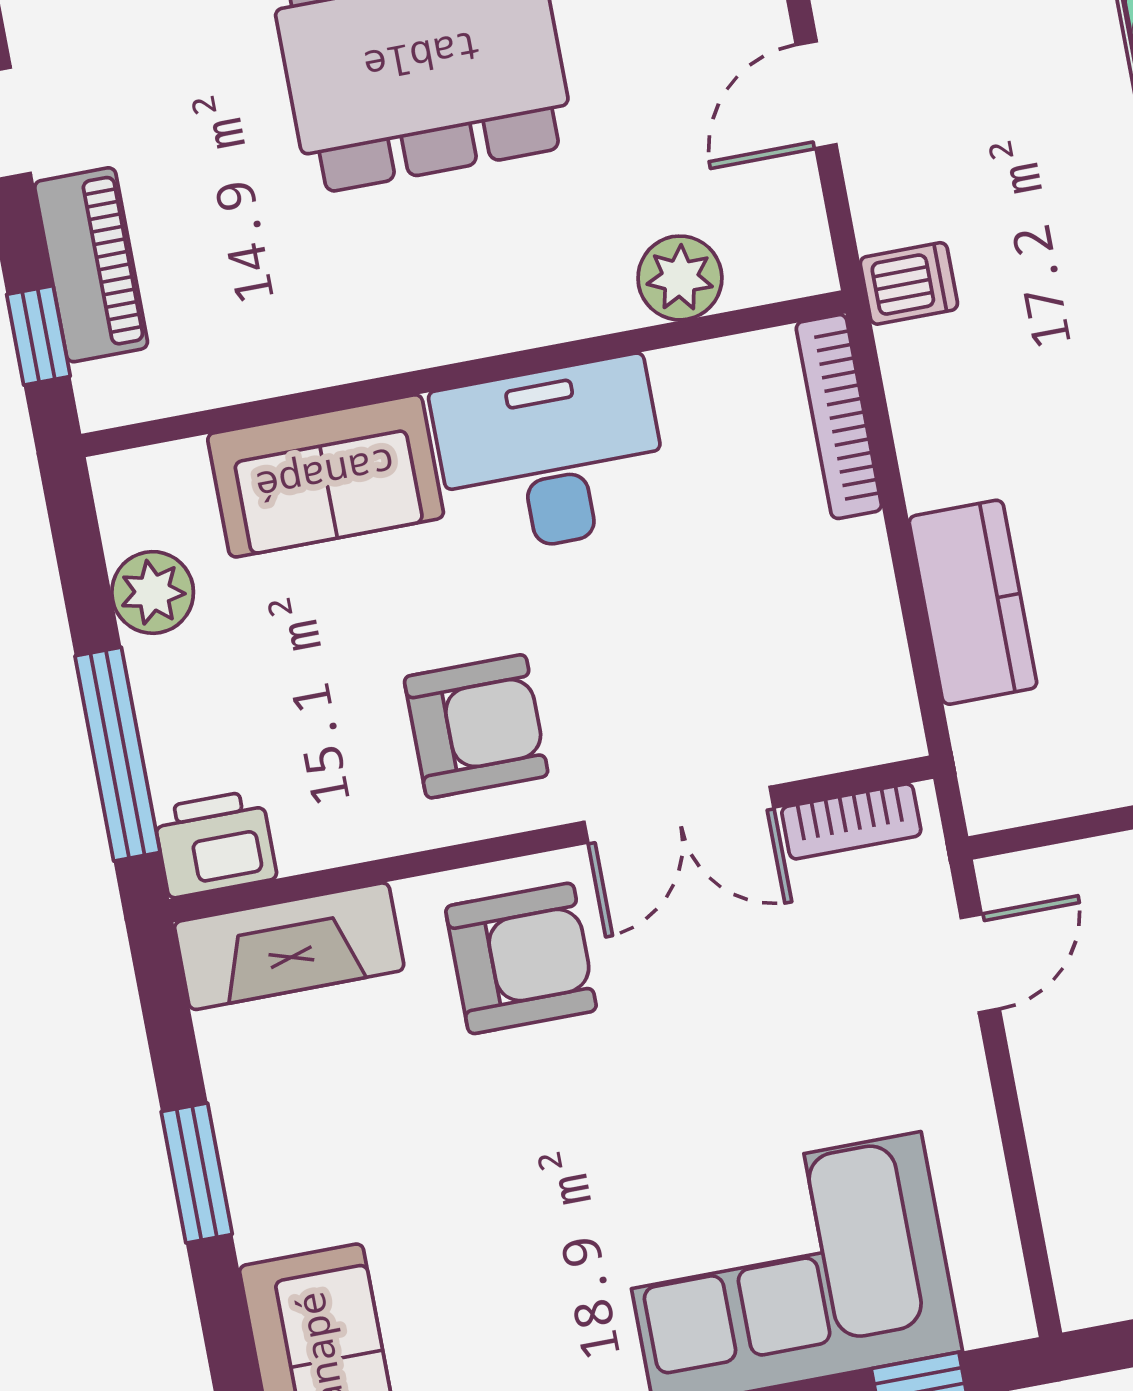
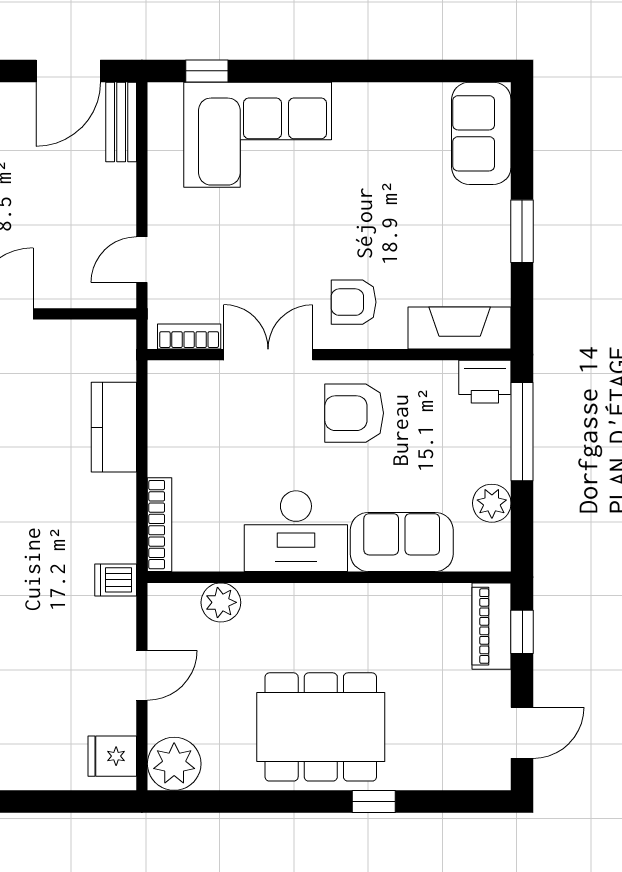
piano: (91, 265) -> (492, 626), moved
armchair: (521, 958) -> (354, 302), width x0.72, depth x0.72
bench: (1078, 1243) -> (121, 122), added

